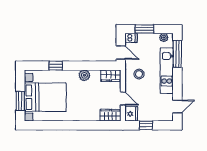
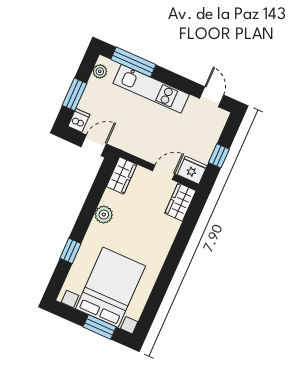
stool: (139, 74) -> (138, 132), removed

